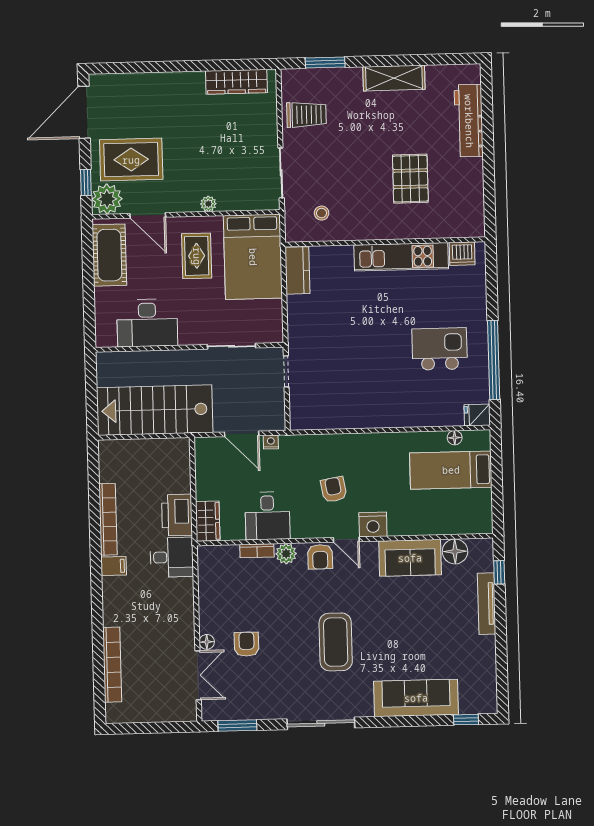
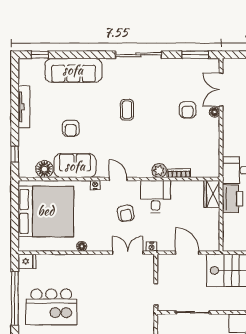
kitchen island: (440, 349) -> (51, 307), width x1.37, depth x1.28
double door: (329, 432) -> (128, 253), added
floor lamp: (455, 438) -> (82, 246), moved
nightstand: (271, 442) -> (152, 247), moved
bed: (451, 470) -> (46, 211), width x2.04
desk: (267, 516) -> (156, 197), moved
nightstand: (373, 525) -> (95, 185), width x0.53, depth x0.56
armchair: (320, 557) -> (71, 128), moved, turned 180
tv unit: (487, 604) -> (24, 107), moved
coffee table: (336, 642) -> (127, 110), width x0.54, depth x0.58

